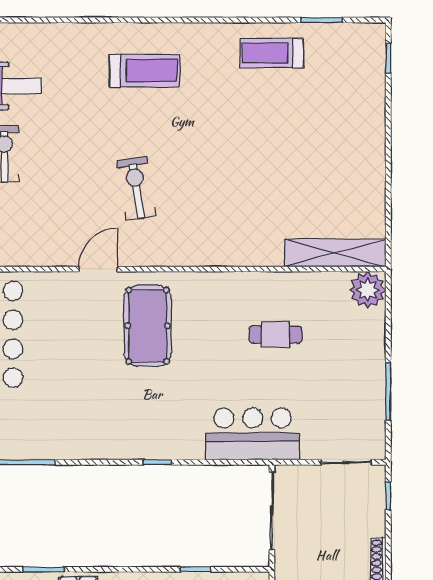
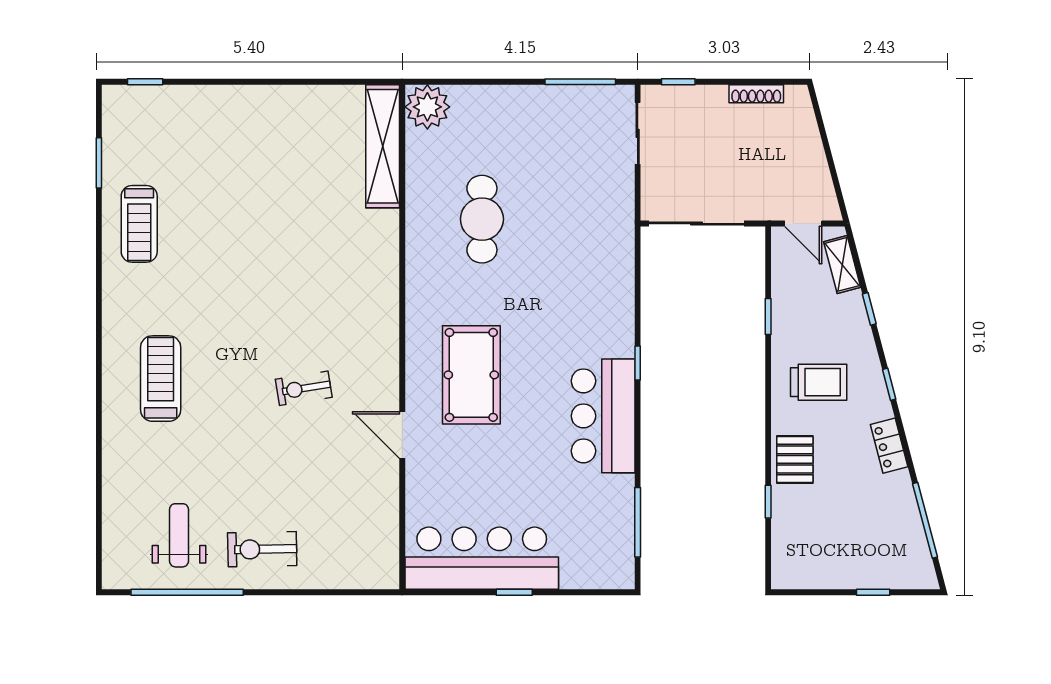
exercise bike: (137, 188) -> (304, 388), width x0.73, depth x0.72
pool table: (148, 326) -> (471, 375), turned 90
cafe table: (275, 335) -> (482, 219), width x1.37, depth x1.35
window: (388, 392) -> (580, 82), moved
bar counter: (253, 434) -> (603, 416), moved
window: (44, 569) -> (768, 502), width x0.67

